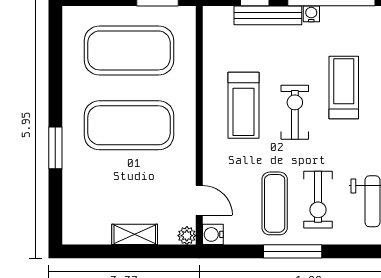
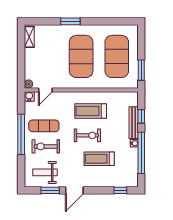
treadmill: (344, 88) -> (99, 159), turned 180
shelving: (135, 234) -> (29, 37), moved
window: (293, 251) -> (21, 134), width x1.46

